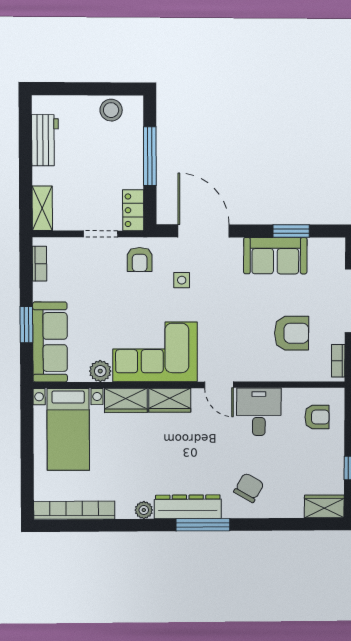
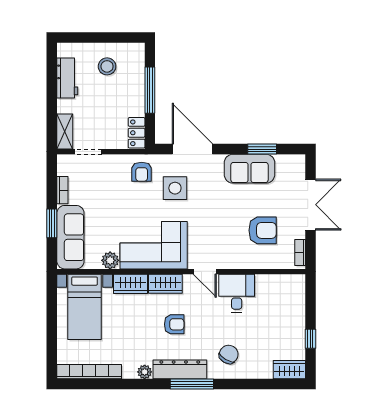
stool: (111, 110) -> (107, 66), moved
doorway: (101, 234) -> (88, 152), moved
bookcase: (39, 264) -> (62, 190), moved
side table: (182, 280) -> (175, 188), width x1.87, depth x1.87
armchair: (317, 417) -> (174, 324), moved

